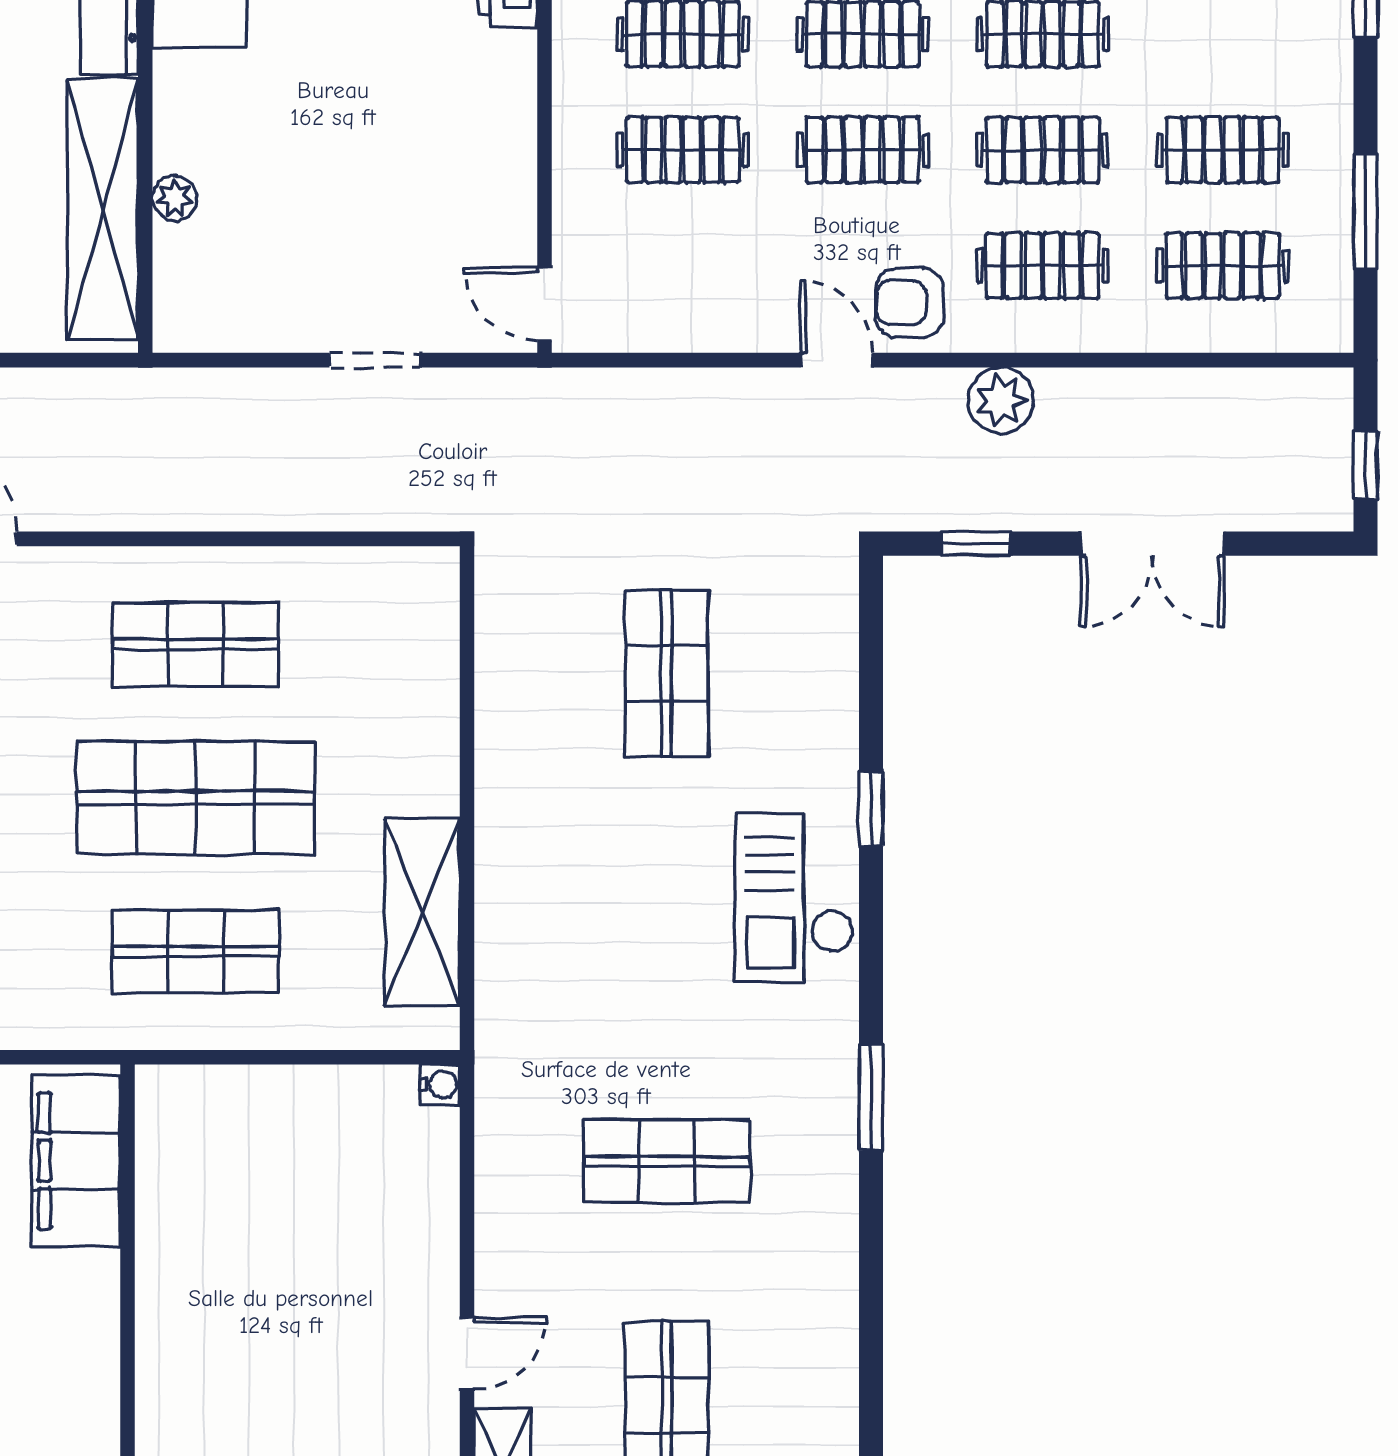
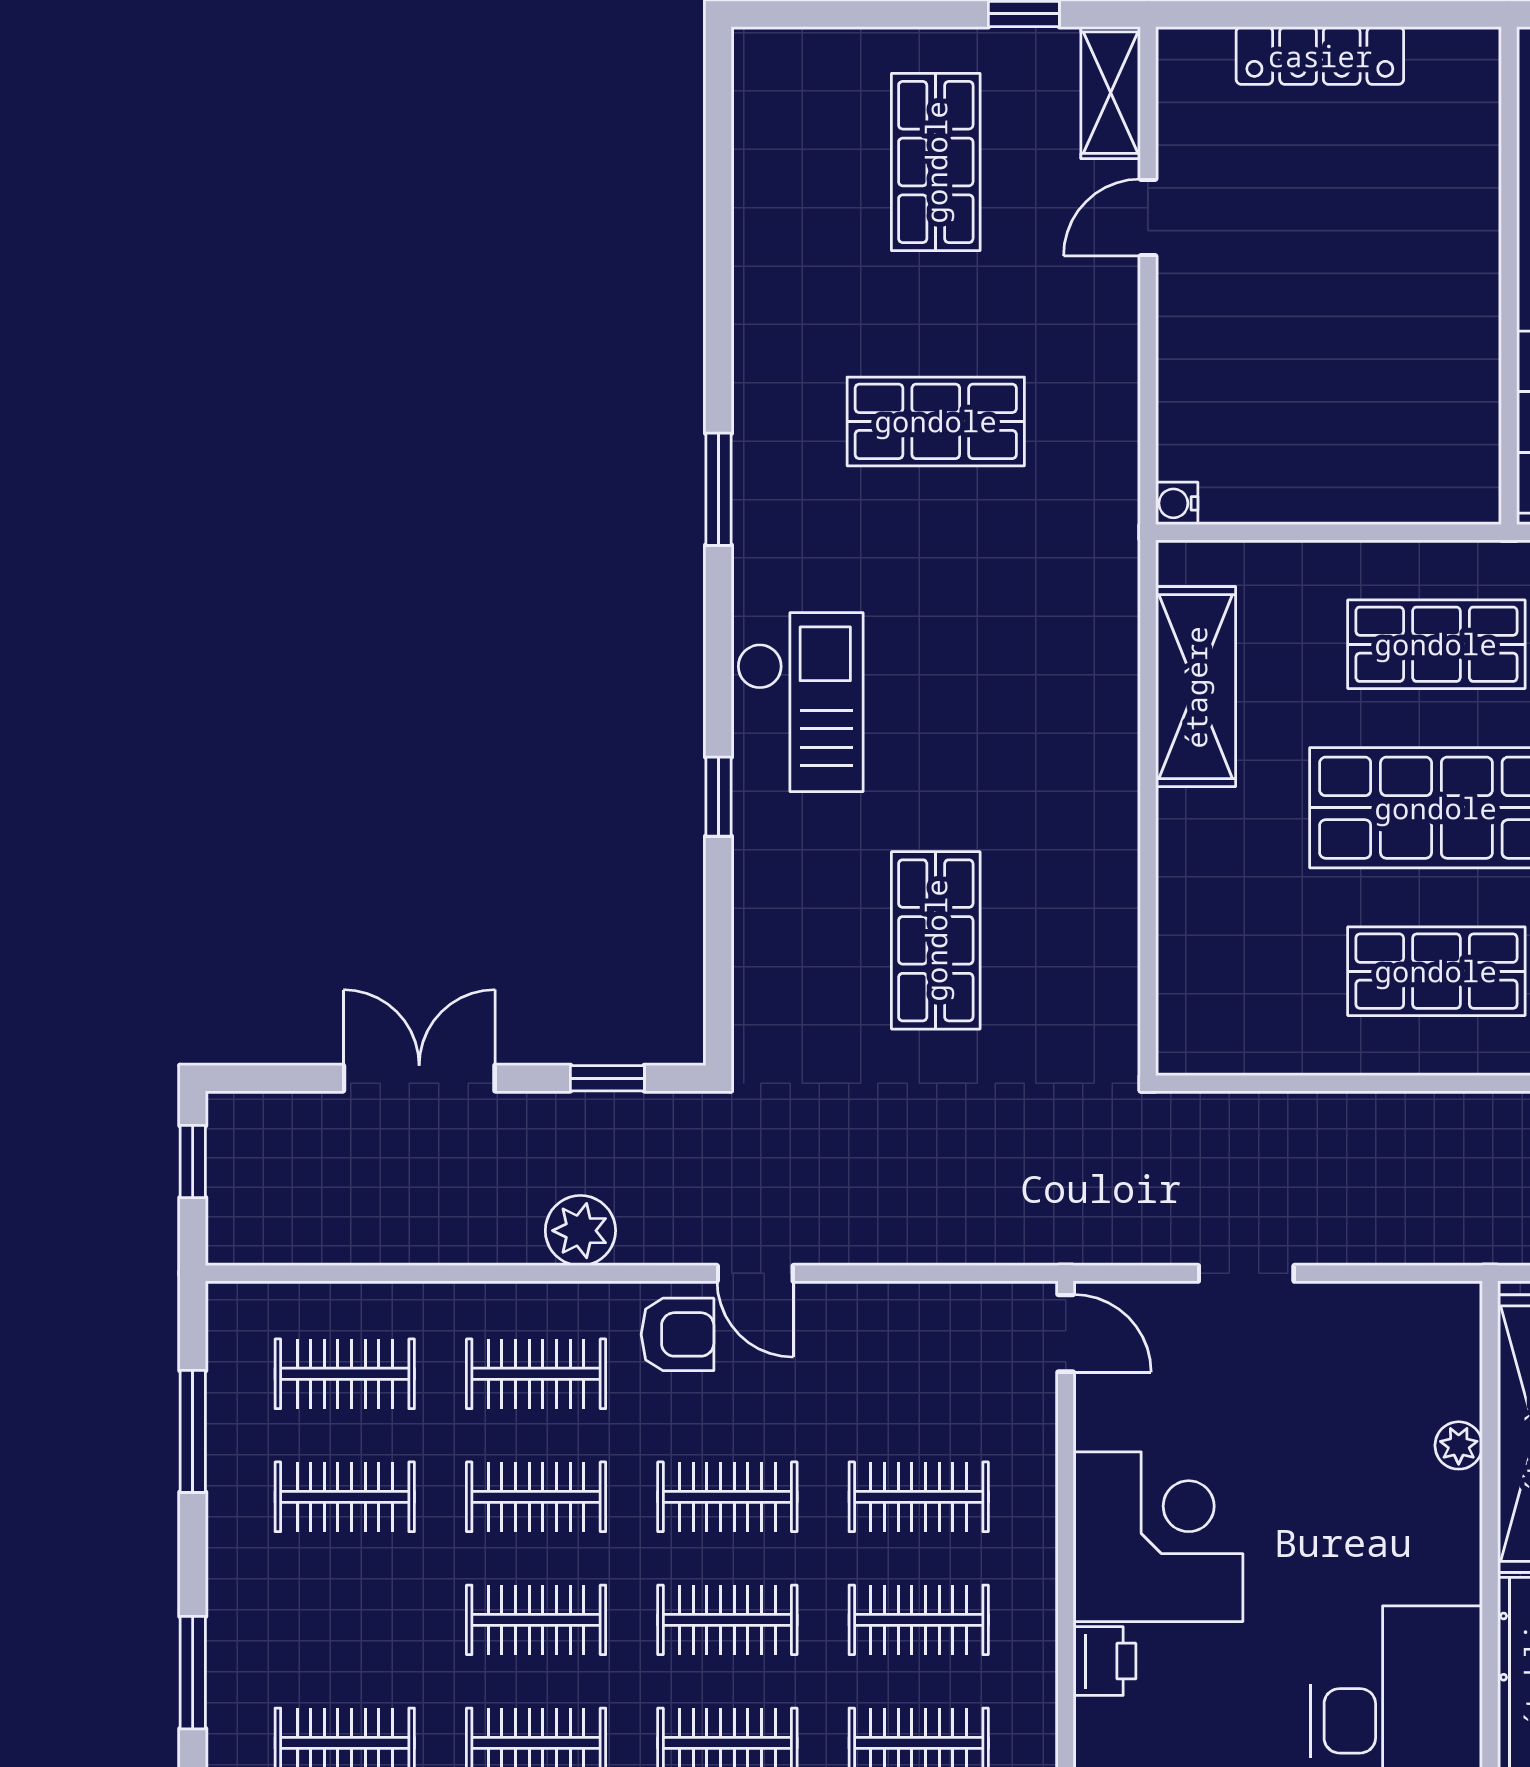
corner desk: (458, 112) -> (1158, 1537), added

